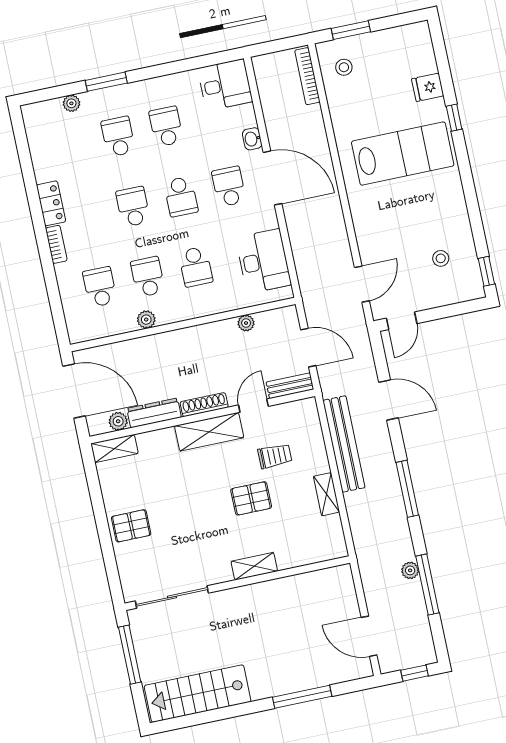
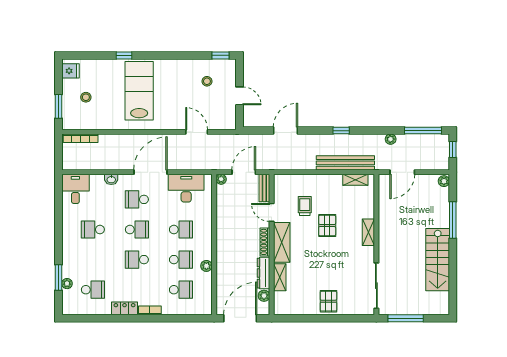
stool: (344, 67) -> (86, 97), moved
window: (106, 82) -> (58, 277), moved
fridge: (428, 87) -> (70, 71), moved, turned -90
school desk: (118, 137) -> (93, 290), moved, turned 180
door: (273, 178) -> (150, 172), moved
school desk: (148, 277) -> (181, 260), turned 180
door: (362, 284) -> (197, 132), moved
school desk: (100, 287) -> (181, 290), turned 180
door: (402, 321) -> (240, 96), moved
plant: (246, 323) -> (221, 179), moved
bench: (344, 444) -> (345, 163), moved
shelving: (114, 448) -> (280, 277), moved
window: (407, 489) -> (341, 131), width x0.46
shelving: (326, 494) -> (355, 180), moved
window: (427, 584) -> (423, 131), moved
door: (369, 636) -> (402, 172), moved
plant: (361, 670) -> (444, 181), added
stairs: (198, 694) -> (438, 260), moved

